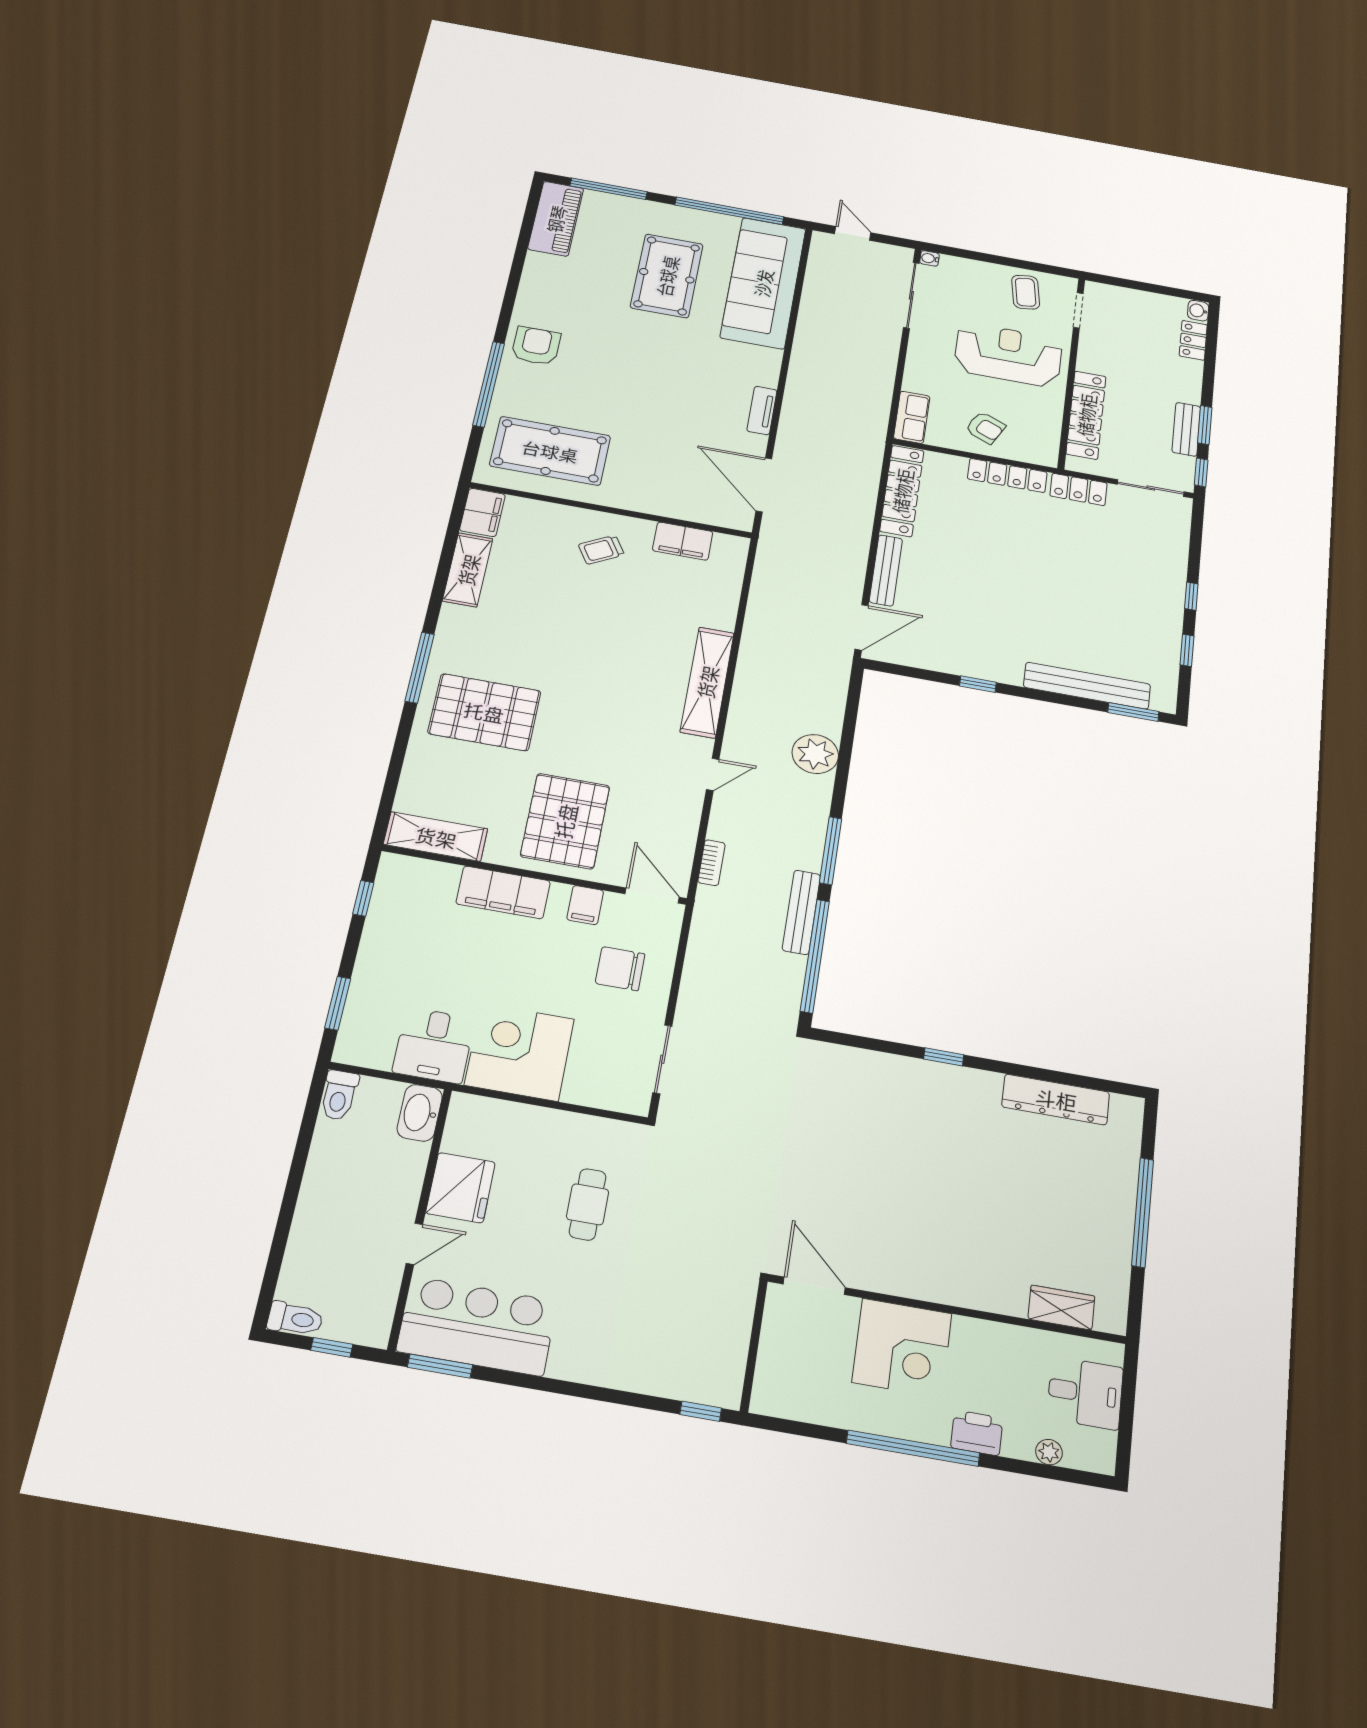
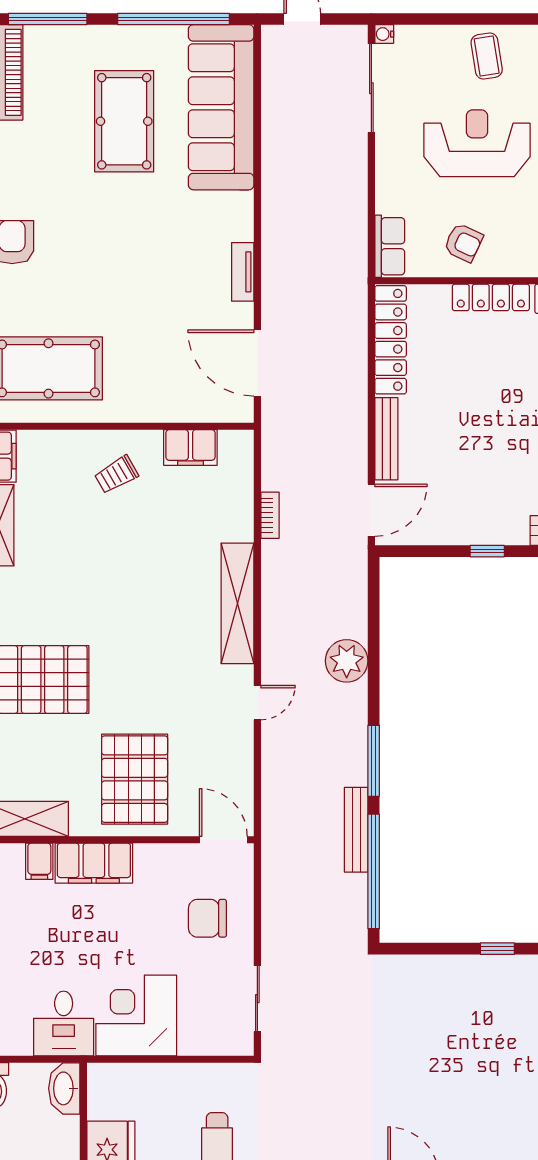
bookcase: (711, 863) -> (270, 515), moved
filing cabinet: (585, 905) -> (39, 861), moved

